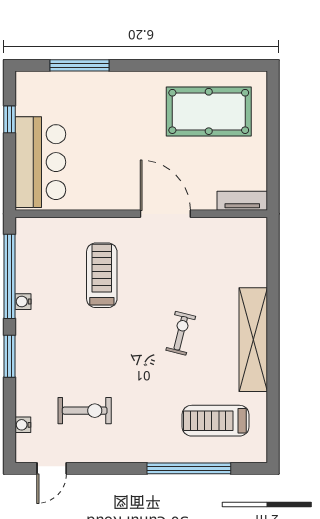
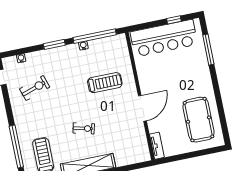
bar counter: (40, 162) -> (164, 38), width x1.36
exercise bike: (85, 411) -> (35, 88), turned -108

